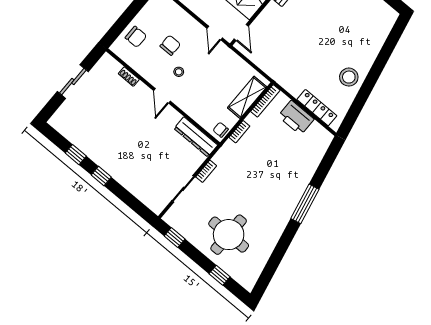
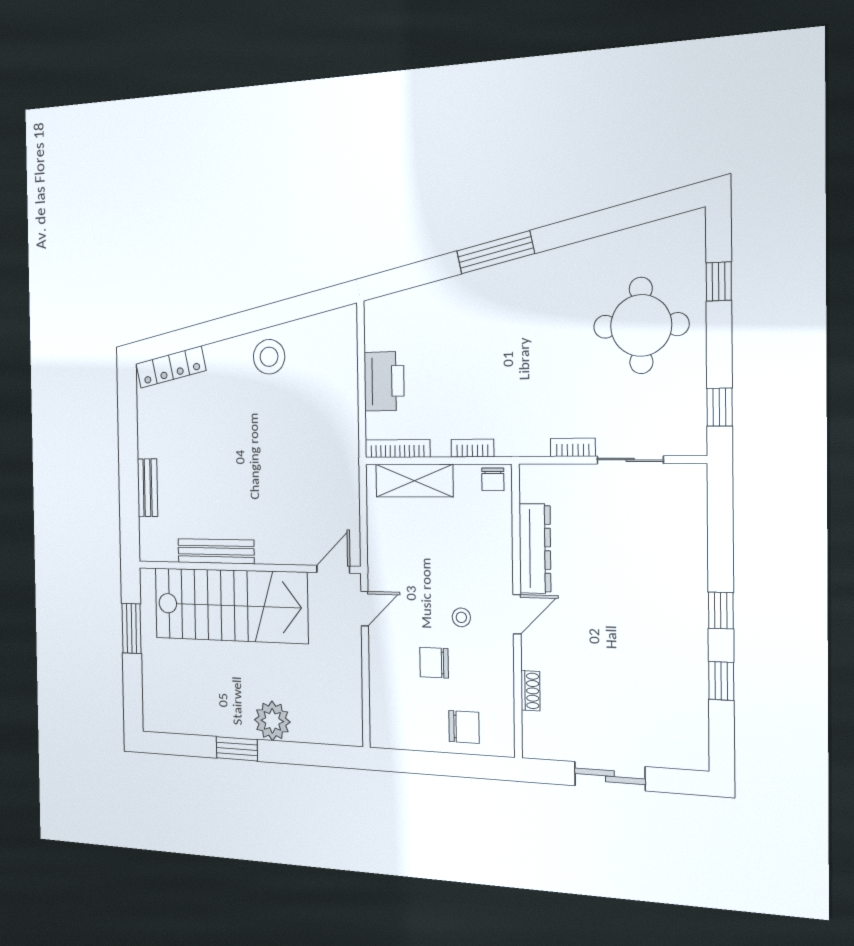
chair: (136, 37) -> (464, 727), turned 90
locker: (317, 108) -> (171, 367), moved, turned -102
dresser: (196, 137) -> (535, 549), moved

